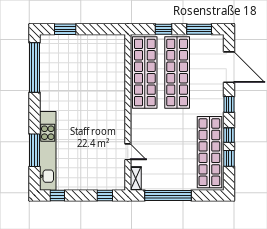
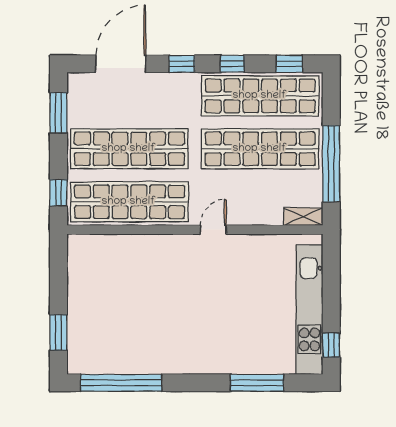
window: (163, 29) -> (58, 193), moved
kitchen unit: (48, 151) -> (309, 310), moved, turned -90
door: (128, 152) -> (213, 230), moved
shop shelf: (177, 152) -> (260, 149), added
window: (229, 158) -> (289, 64), moved
window: (105, 195) -> (331, 267), removed

